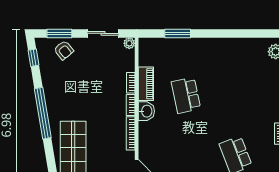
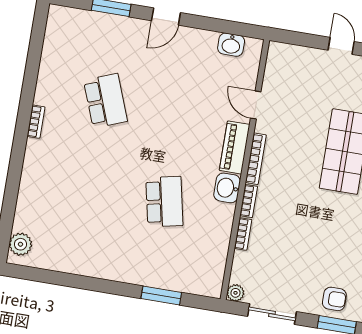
armchair: (64, 50) -> (334, 299), turned 129
piano: (146, 84) -> (235, 147), moved

